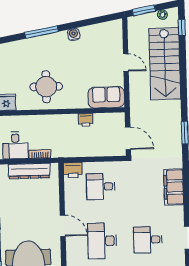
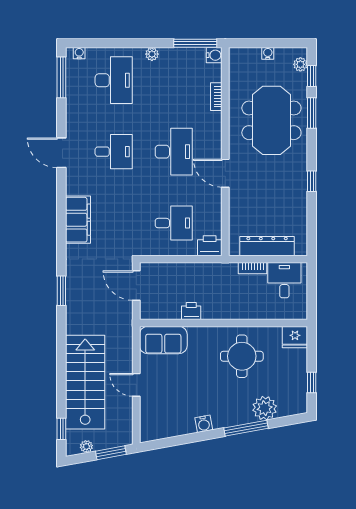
plant: (28, 48) -> (265, 408), added

